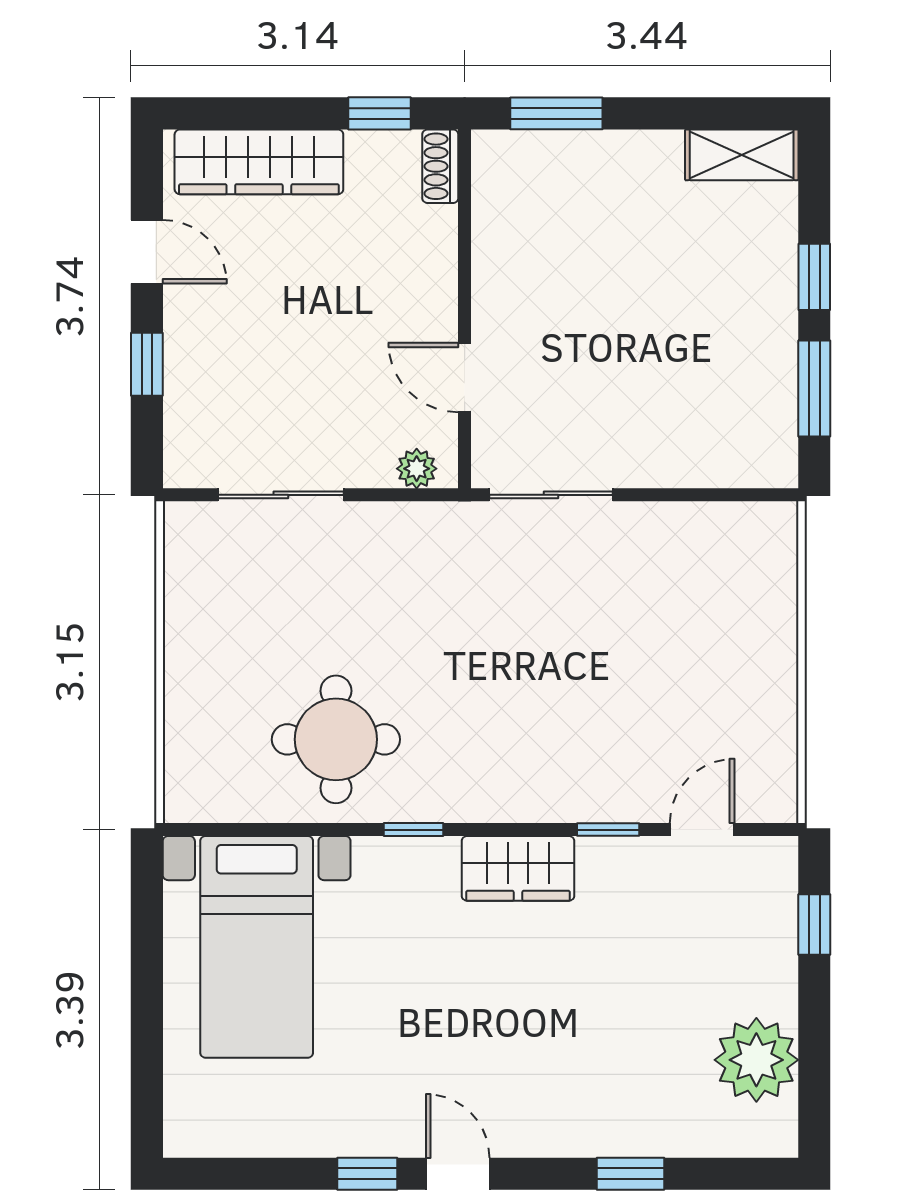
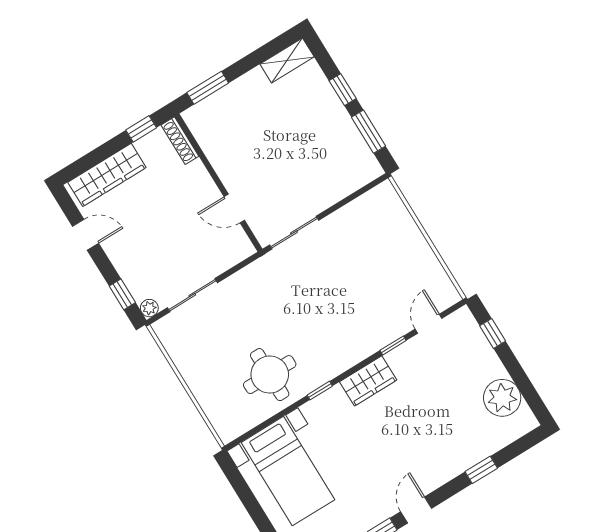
shoe rack: (440, 166) -> (180, 141), width x1.43
window: (147, 364) -> (122, 294), moved
plant: (417, 469) -> (149, 308), moved
door: (458, 1174) -> (416, 510), hinge flipped

